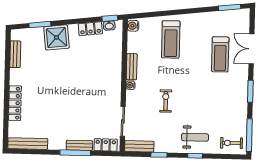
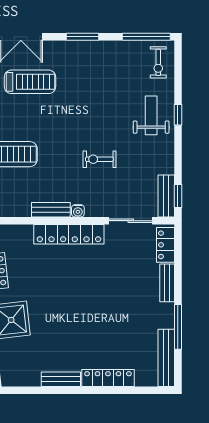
bench: (15, 54) -> (61, 379), moved
locker: (115, 79) -> (69, 234), added
window: (75, 153) -> (178, 327), moved
window: (159, 155) -> (178, 196), moved

